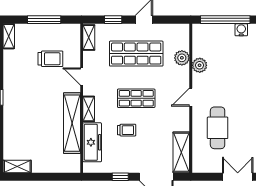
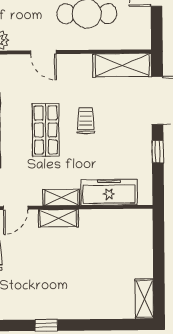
shelving: (72, 123) -> (58, 218), width x0.45, depth x0.75
trolley: (127, 130) -> (86, 121), moved

